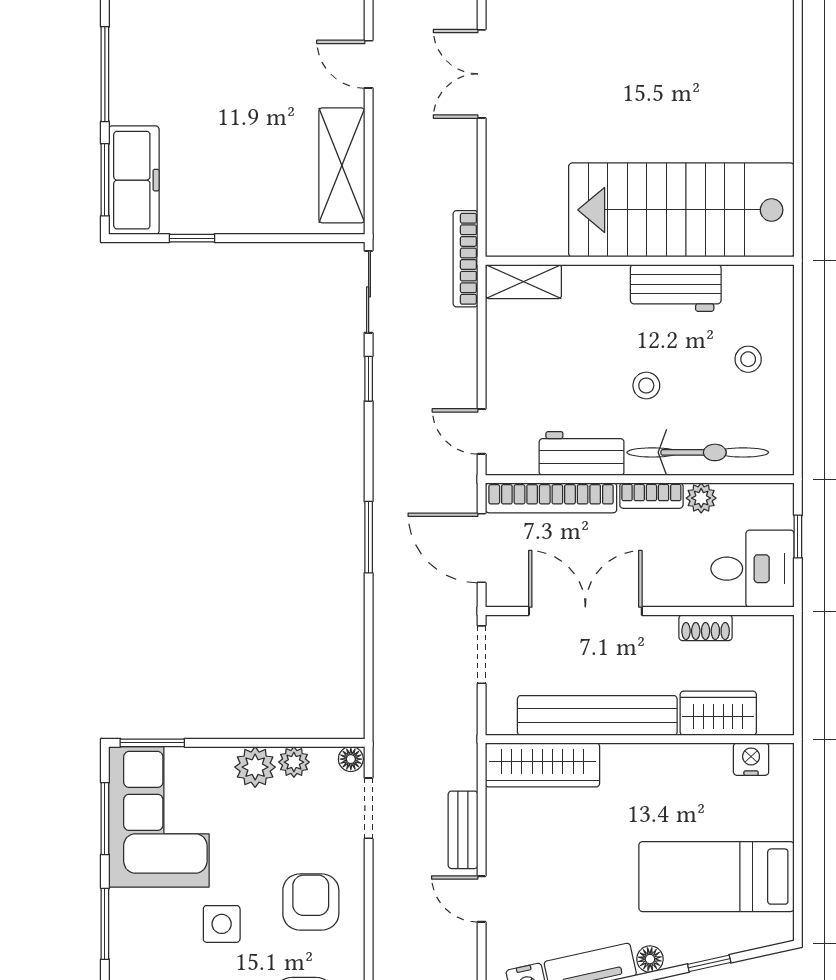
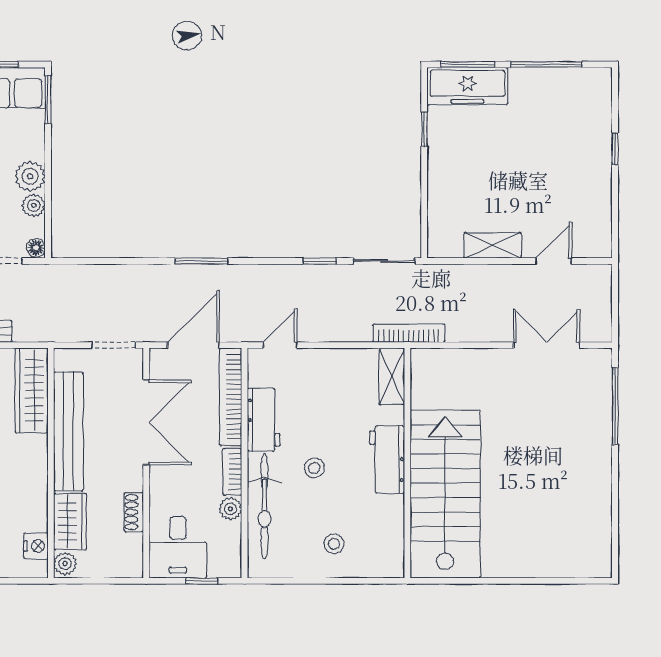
shelving: (342, 165) -> (493, 245), width x0.67, depth x0.75
workbench: (676, 288) -> (387, 460), moved
plant: (775, 720) -> (65, 564), added

